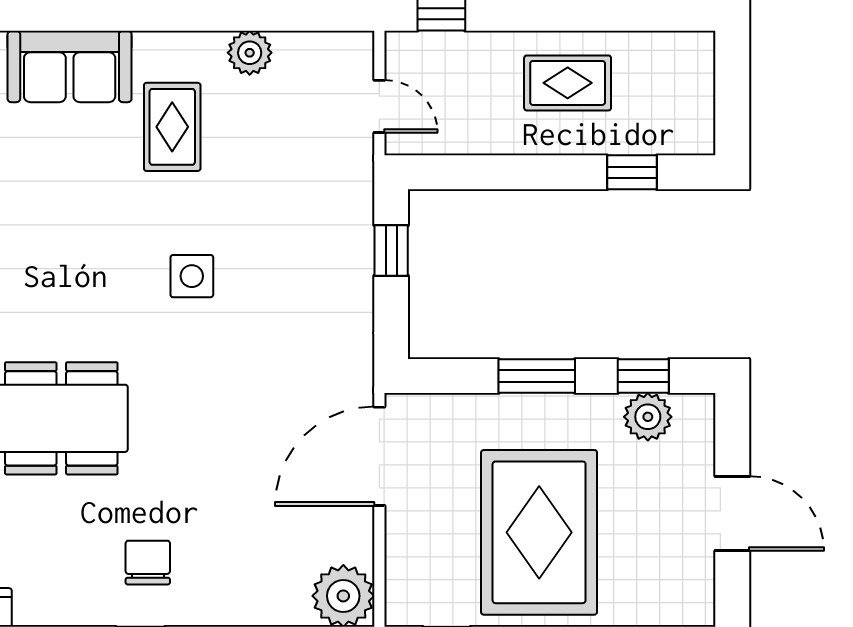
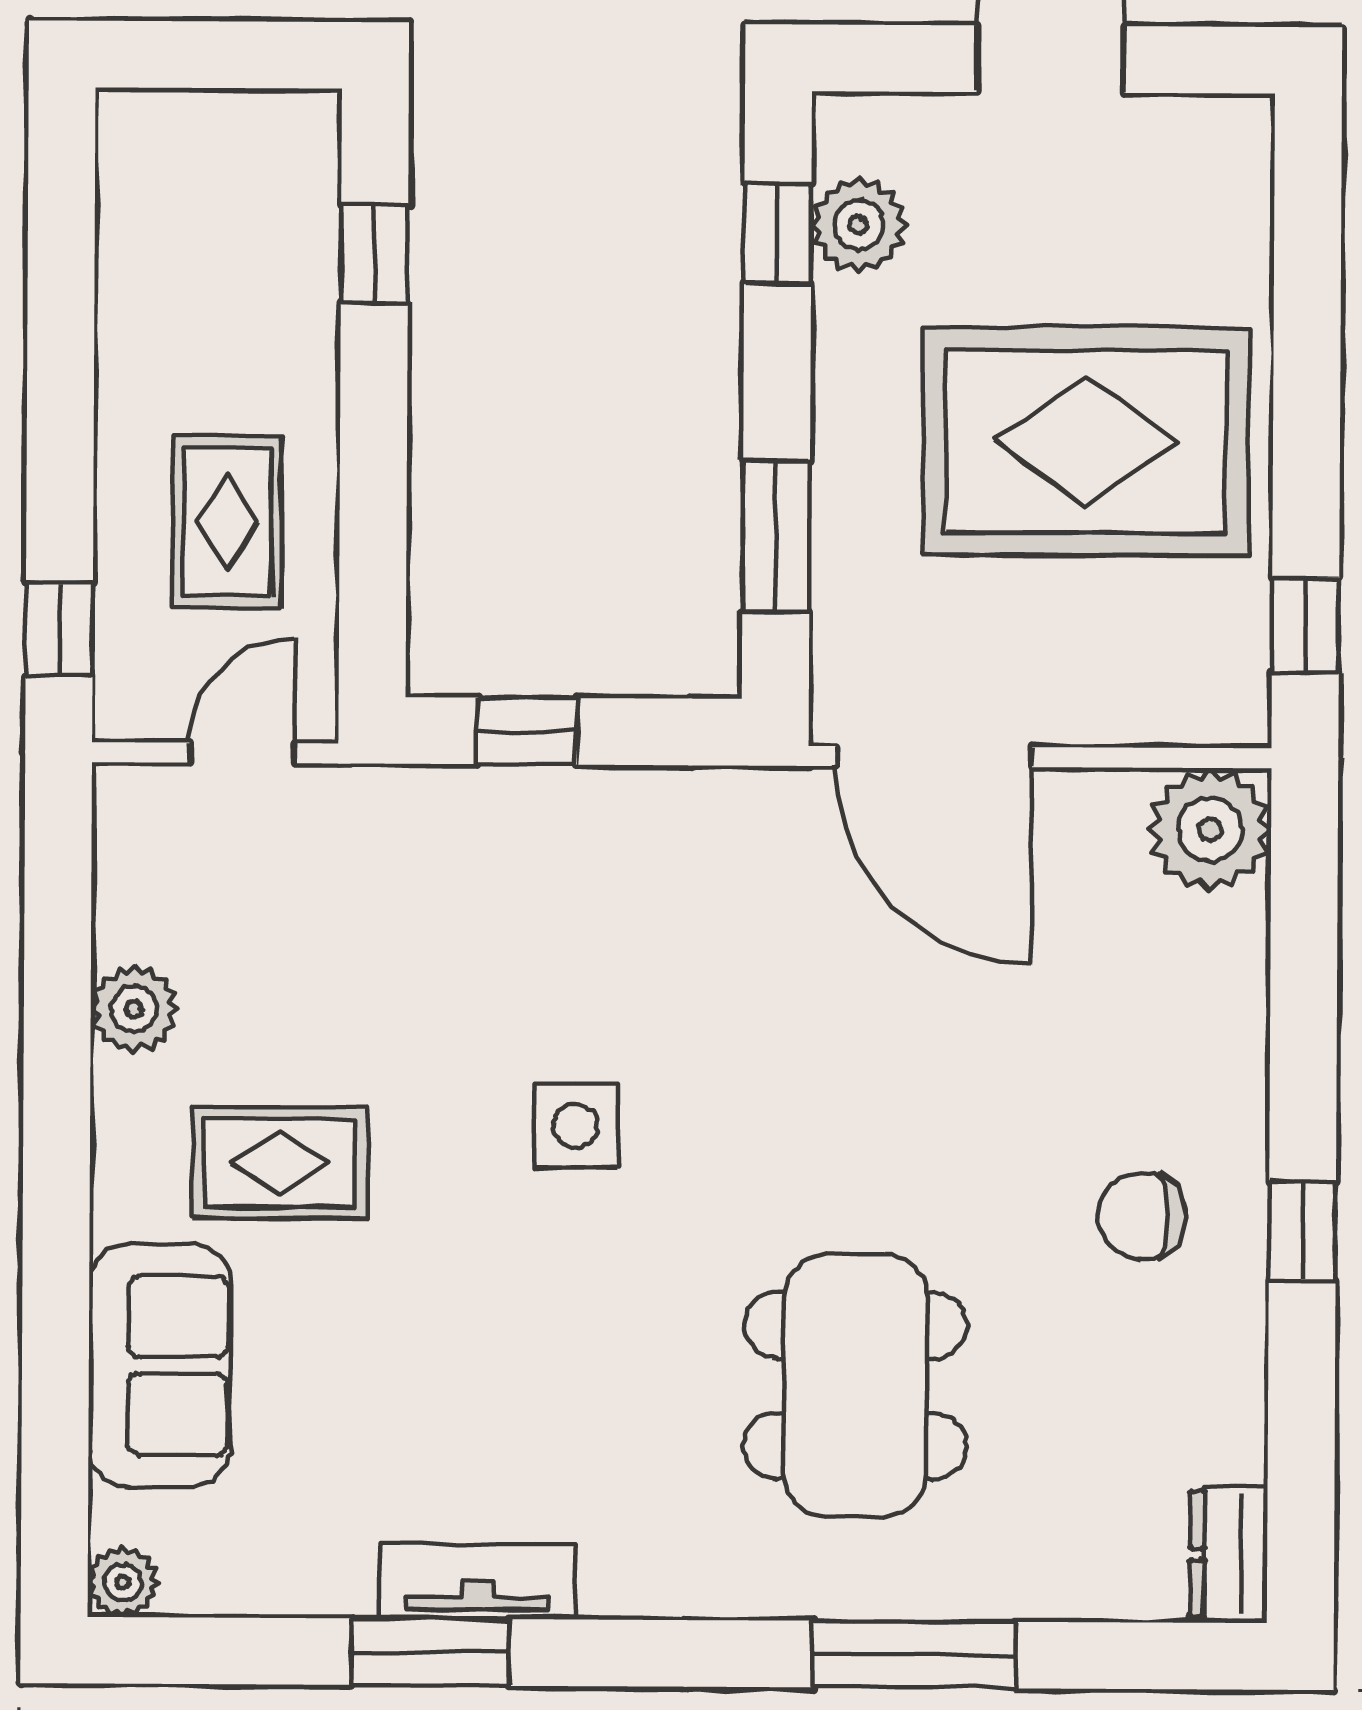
rug: (568, 83) -> (227, 522), moved
window: (537, 376) -> (776, 537), moved

